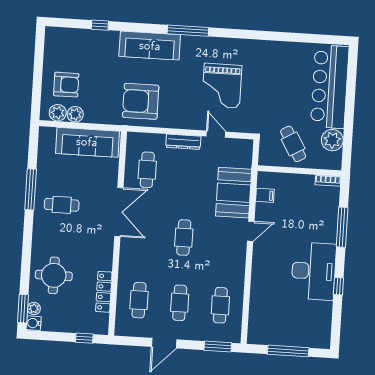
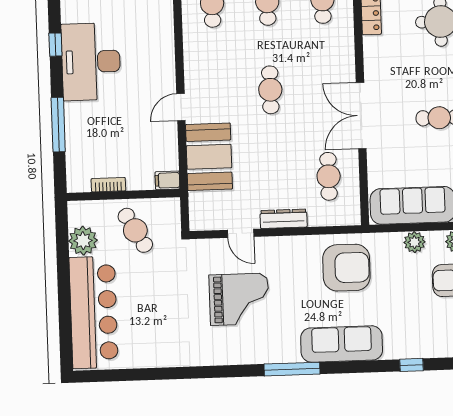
grand piano: (222, 86) -> (239, 299), turned 90
plant: (75, 114) -> (414, 242), moved
bookcase: (328, 181) -> (108, 185), moved
filing cabinet: (265, 195) -> (167, 180), moved

